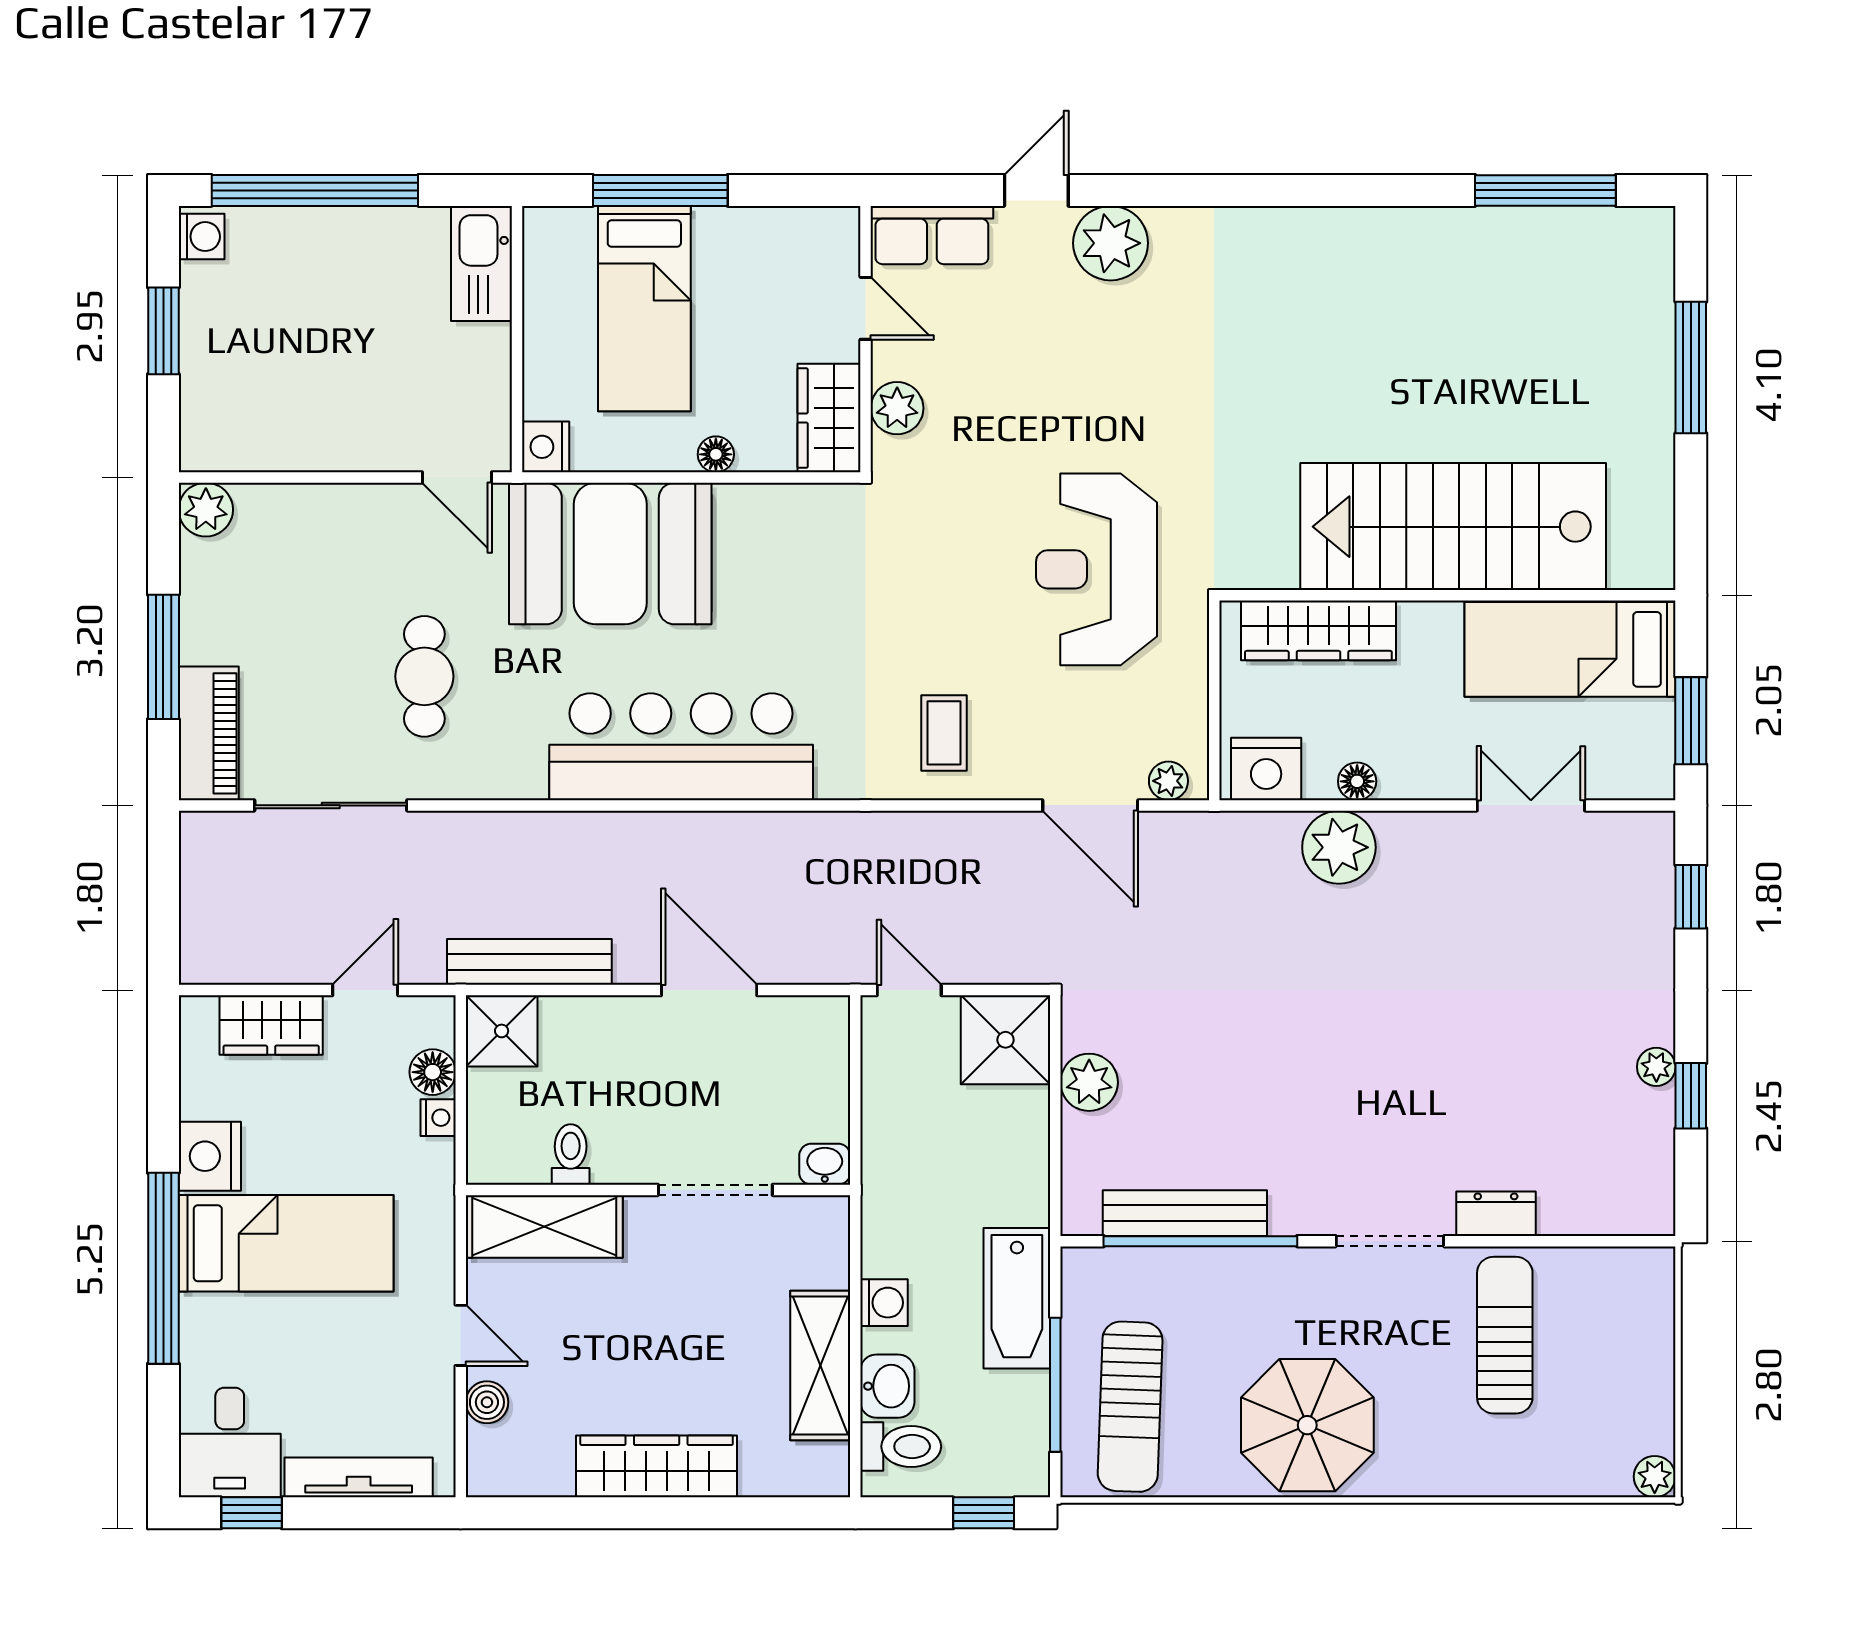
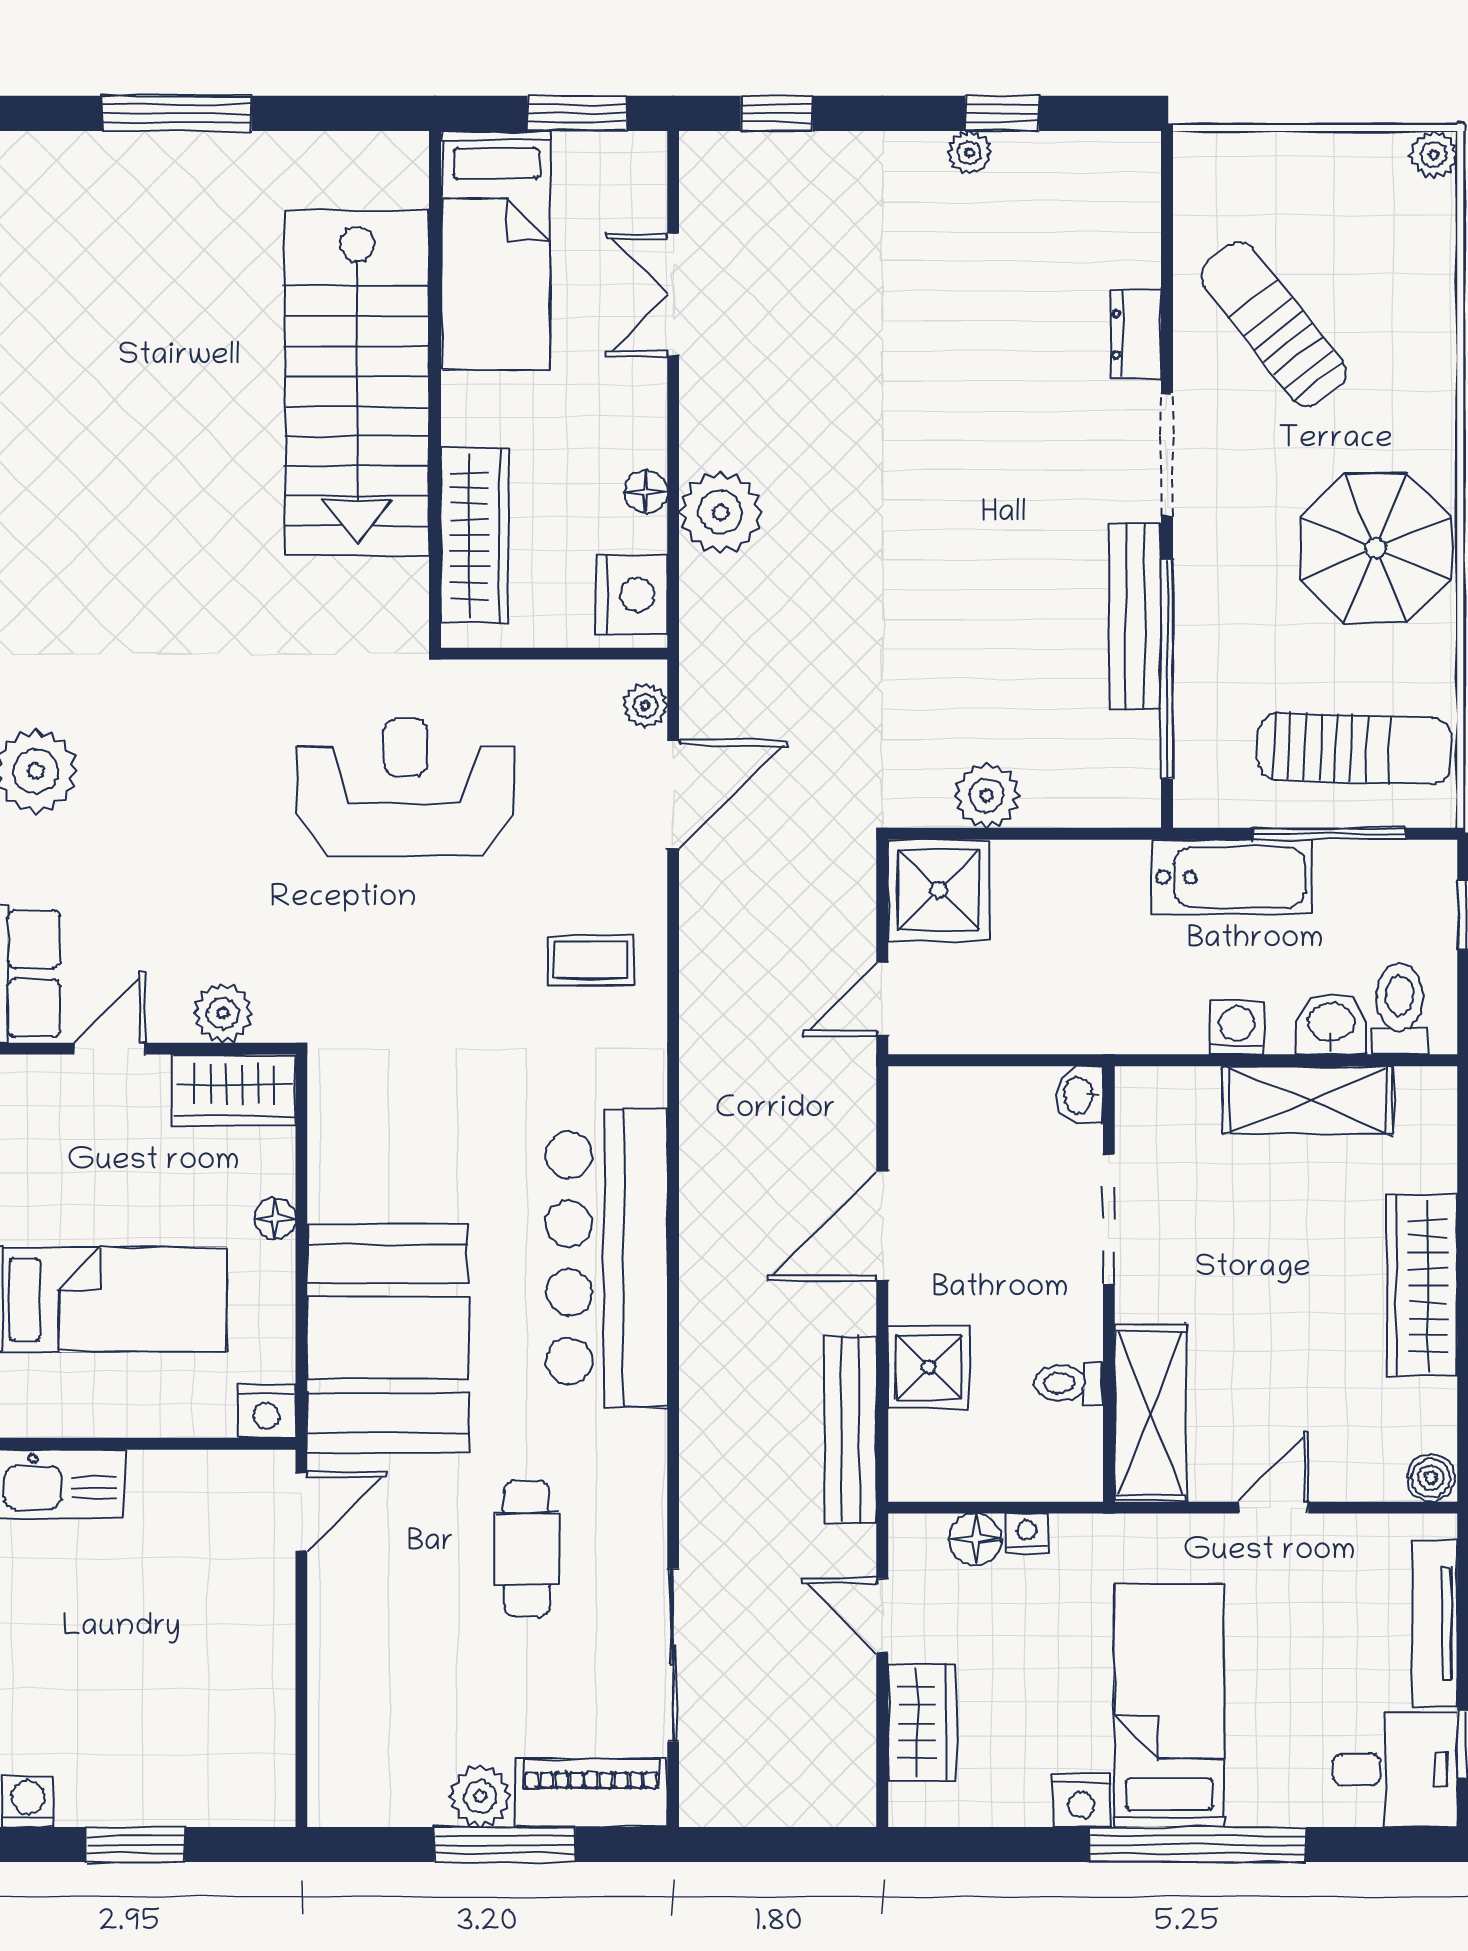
plant: (206, 510) -> (480, 1796), moved
reception desk: (1097, 569) -> (406, 787), turned 180
cafe table: (424, 676) -> (527, 1549), turned 90
shower: (502, 1031) -> (929, 1367), moved
nightstand: (210, 1156) -> (1081, 1801), width x0.74, depth x0.75
bench: (1185, 1213) -> (1135, 616), moved
sun lounger: (1505, 1335) -> (1273, 324), turned 52
boiler: (487, 1402) -> (1431, 1478), moved

